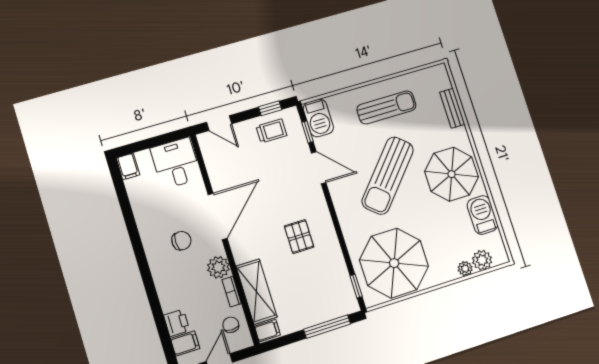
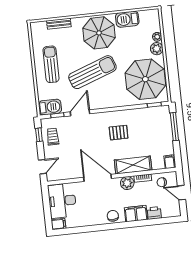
desk: (176, 163) -> (62, 201), width x1.37
sun lounger: (388, 176) -> (92, 72), turned -61
chair: (181, 241) -> (113, 216), moved
plant: (482, 260) -> (157, 49), moved
shelving: (257, 292) -> (133, 165), moved
filing cabinet: (185, 343) -> (136, 214), moved, width x2.00

